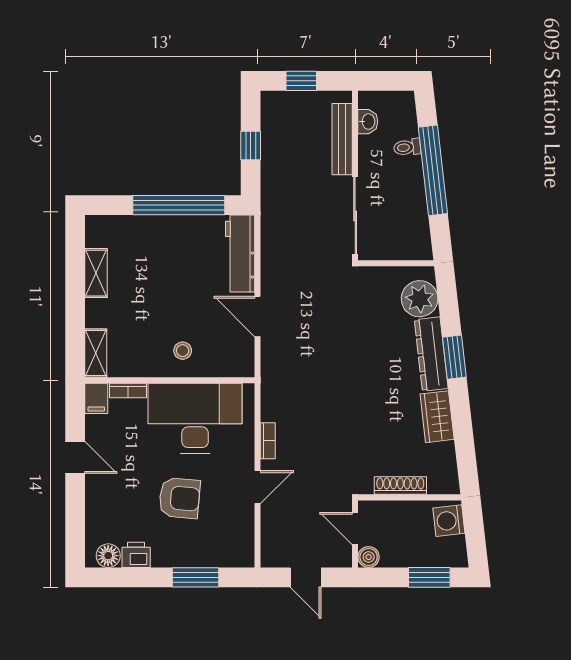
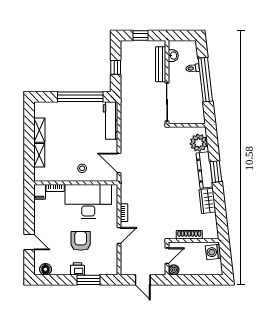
door: (258, 317) -> (119, 163), moved
shelving: (96, 353) -> (39, 155), moved
door: (75, 457) -> (29, 242), moved
armchair: (180, 498) -> (81, 241), turned -95
door: (355, 528) -> (167, 256), swing flipped
printer: (136, 555) -> (77, 269), moved
window: (429, 577) -> (203, 280), removed

